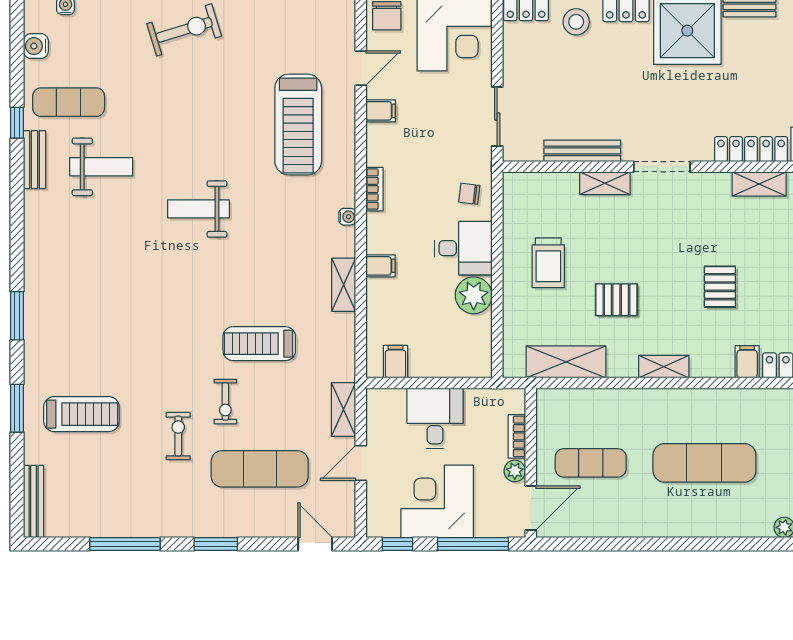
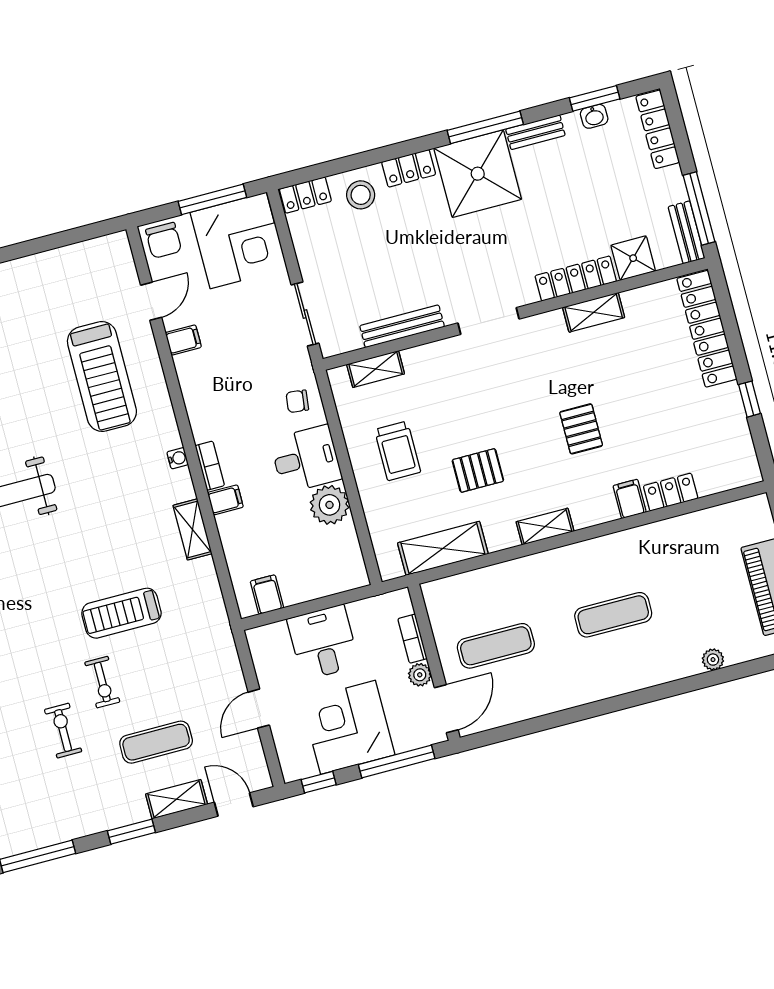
shelving: (605, 183) -> (376, 369), moved
bookcase: (375, 189) -> (210, 466), moved
shelving: (344, 410) -> (177, 799), moved, turned 90
exercise mat: (704, 463) -> (613, 615), width x0.73, depth x0.69
exercise mat: (260, 469) -> (156, 742), width x0.73, depth x0.69

